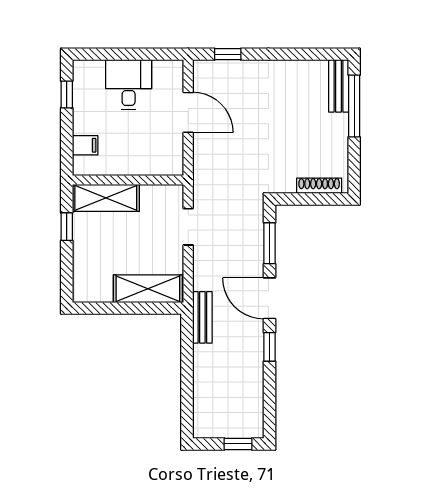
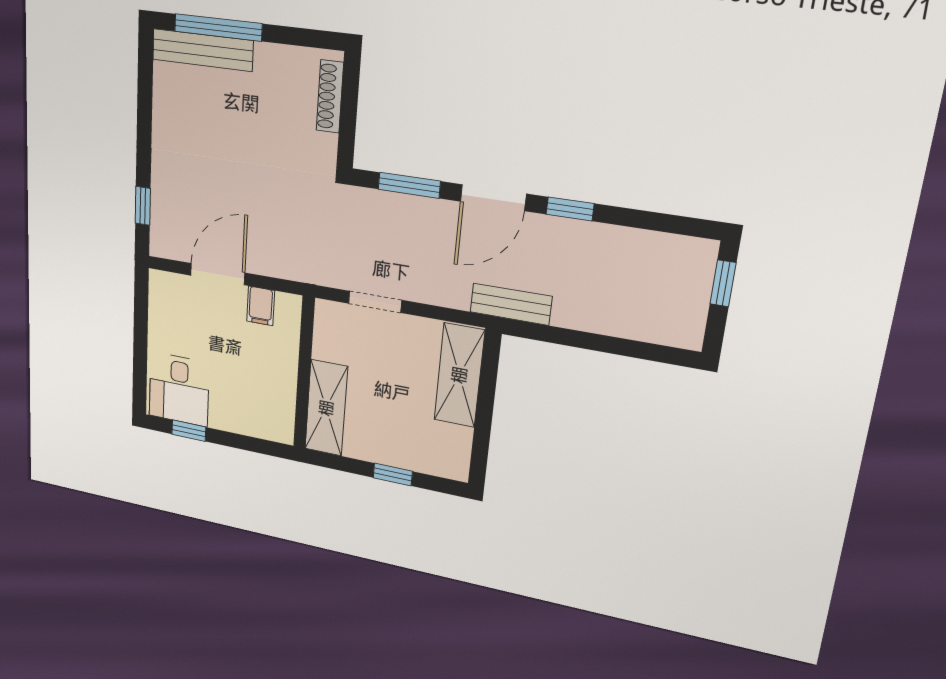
desk: (129, 85) -> (179, 389), moved, turned -90
bench: (339, 86) -> (202, 50), width x1.36
filing cabinet: (85, 145) -> (261, 306), moved, turned 180
window: (67, 227) -> (393, 474), moved

